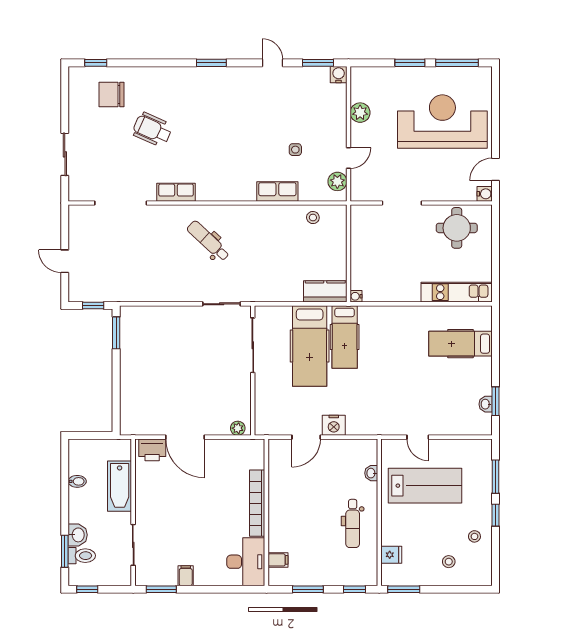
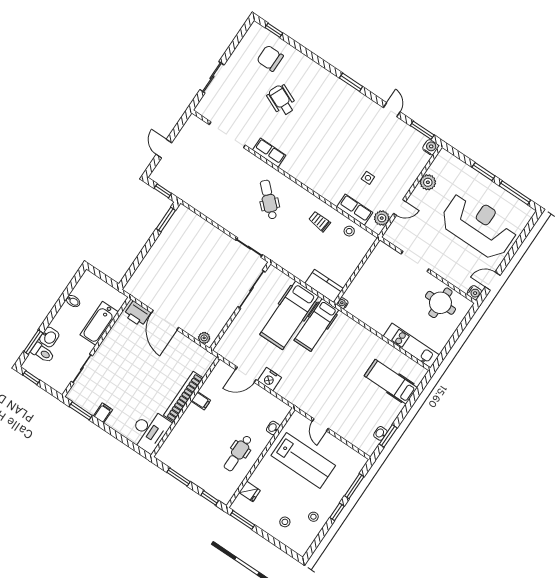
row of seats: (277, 192) -> (355, 210), moved
trolley: (276, 228) -> (320, 221), added
filing cabinet: (278, 560) -> (201, 401), moved

